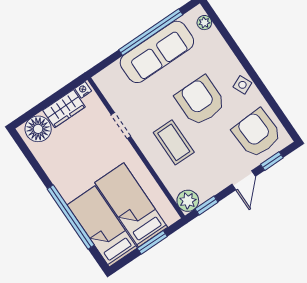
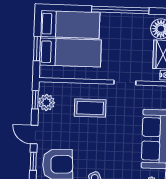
armchair: (200, 101) -> (104, 144), removed
plant: (188, 201) -> (46, 102), moved
window: (71, 217) -> (120, 10), moved

